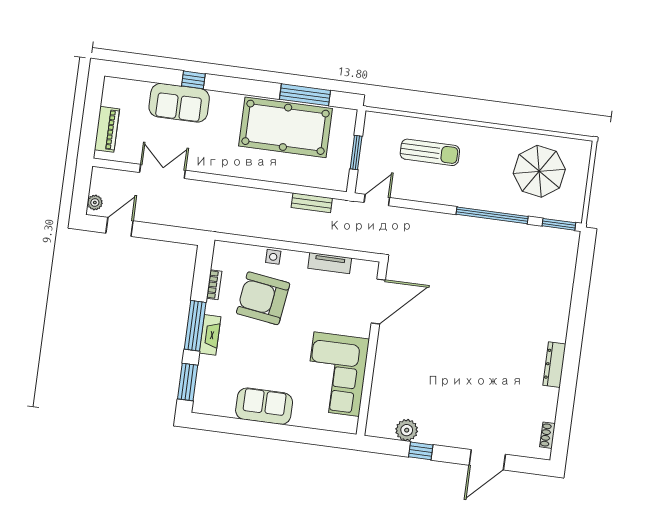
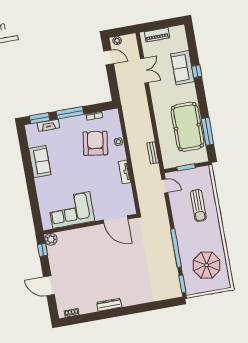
door: (378, 302) -> (116, 220), moved
fireplace: (210, 335) -> (48, 125), moved
wall: (372, 349) -> (90, 224), moved
corner sofa: (337, 374) -> (71, 210), moved

